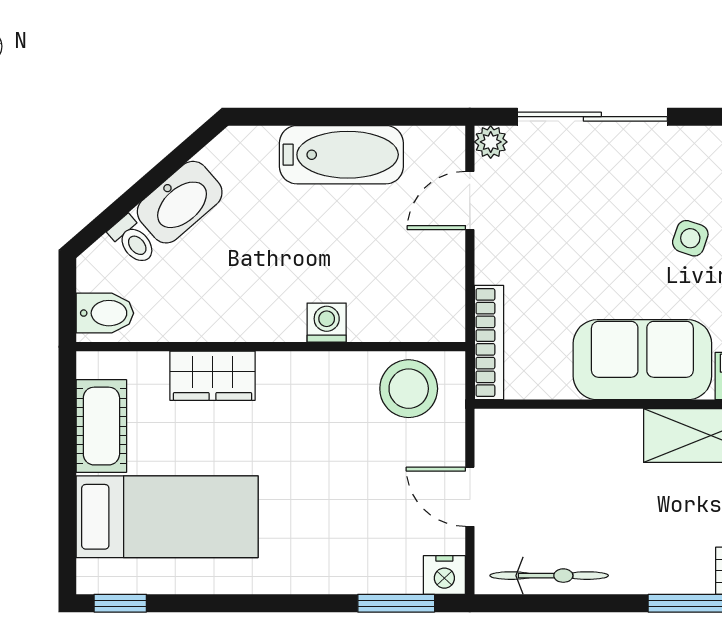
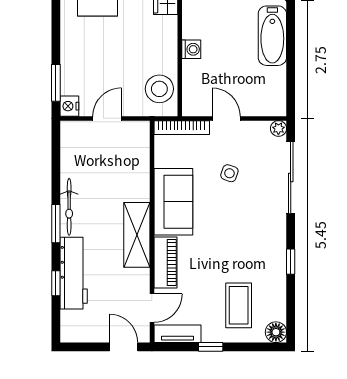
bathtub: (341, 155) -> (272, 36), moved
door: (470, 200) -> (226, 118), moved
side table: (690, 238) -> (229, 173), moved
bicycle: (549, 576) -> (69, 207), moved

